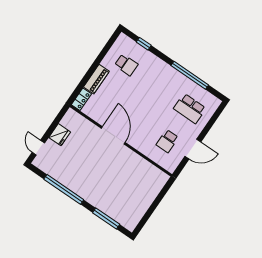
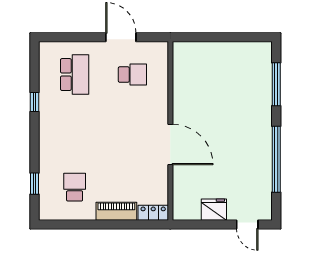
window: (190, 75) -> (35, 102), width x0.32
door: (113, 135) -> (170, 144), swing flipped
door: (38, 148) -> (247, 225), hinge flipped

